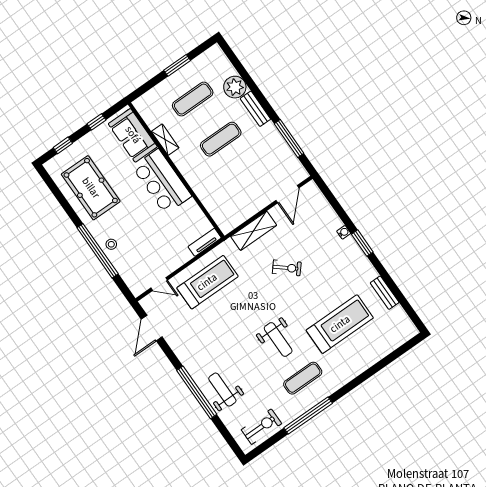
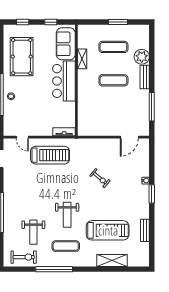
shelving: (254, 231) -> (112, 260), moved
weight bench: (222, 390) -> (33, 232), moved, turned 180

